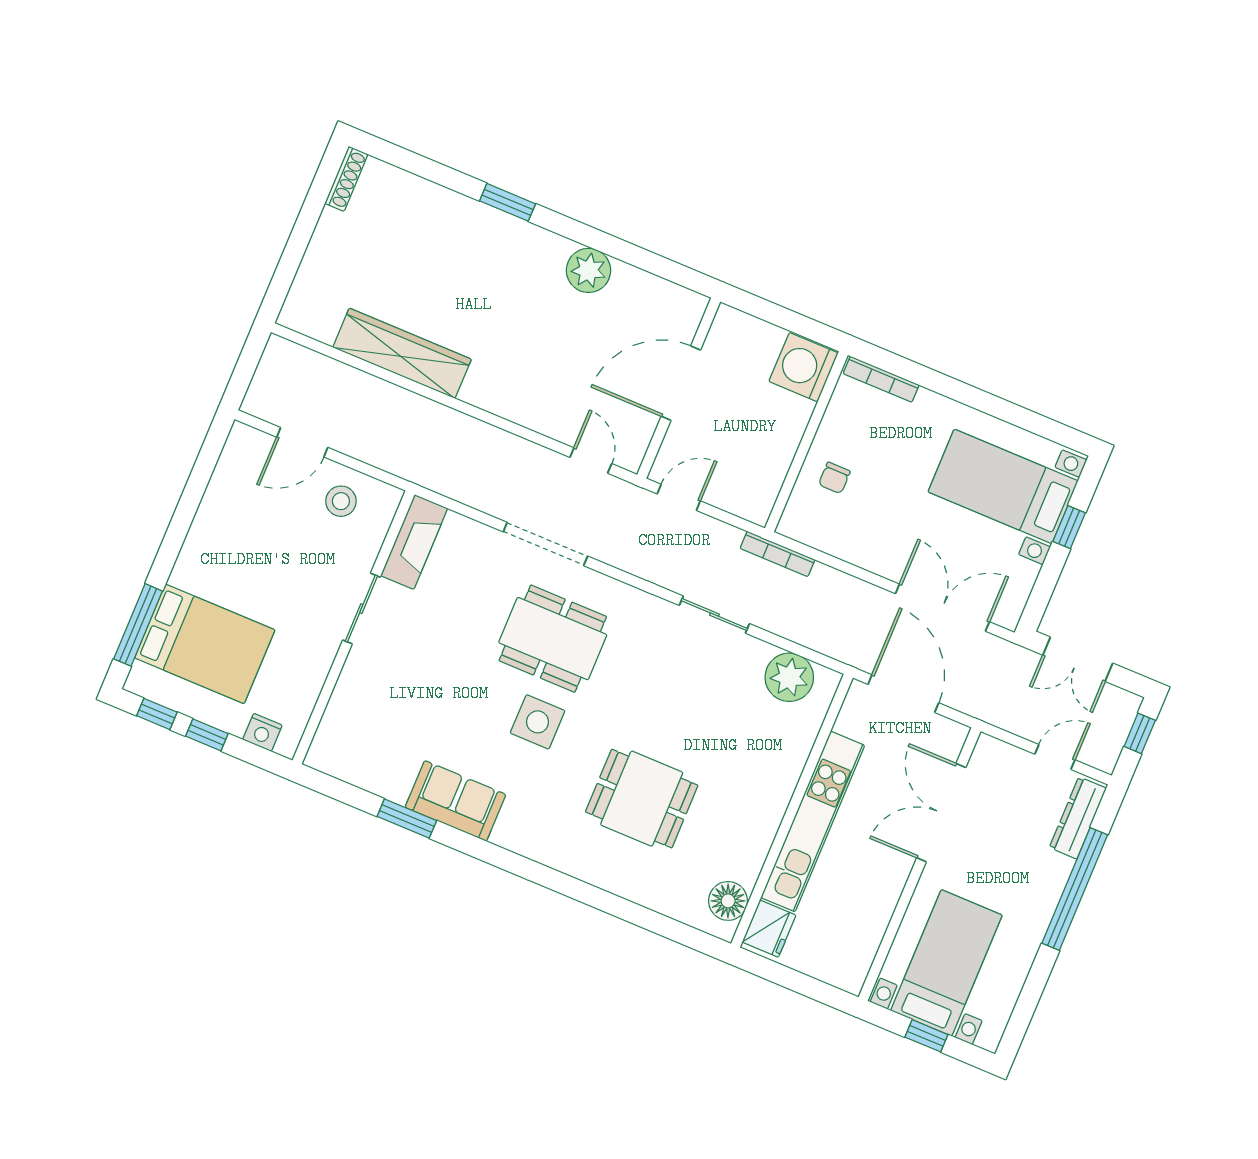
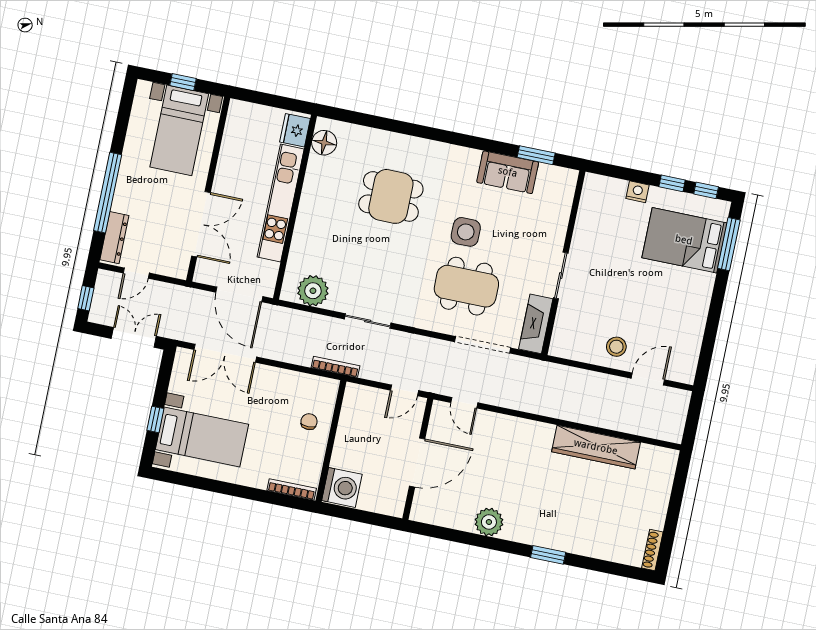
fireplace: (414, 542) -> (536, 324), moved
sliding door: (361, 609) -> (561, 276), moved
wall: (354, 627) -> (563, 263), moved

